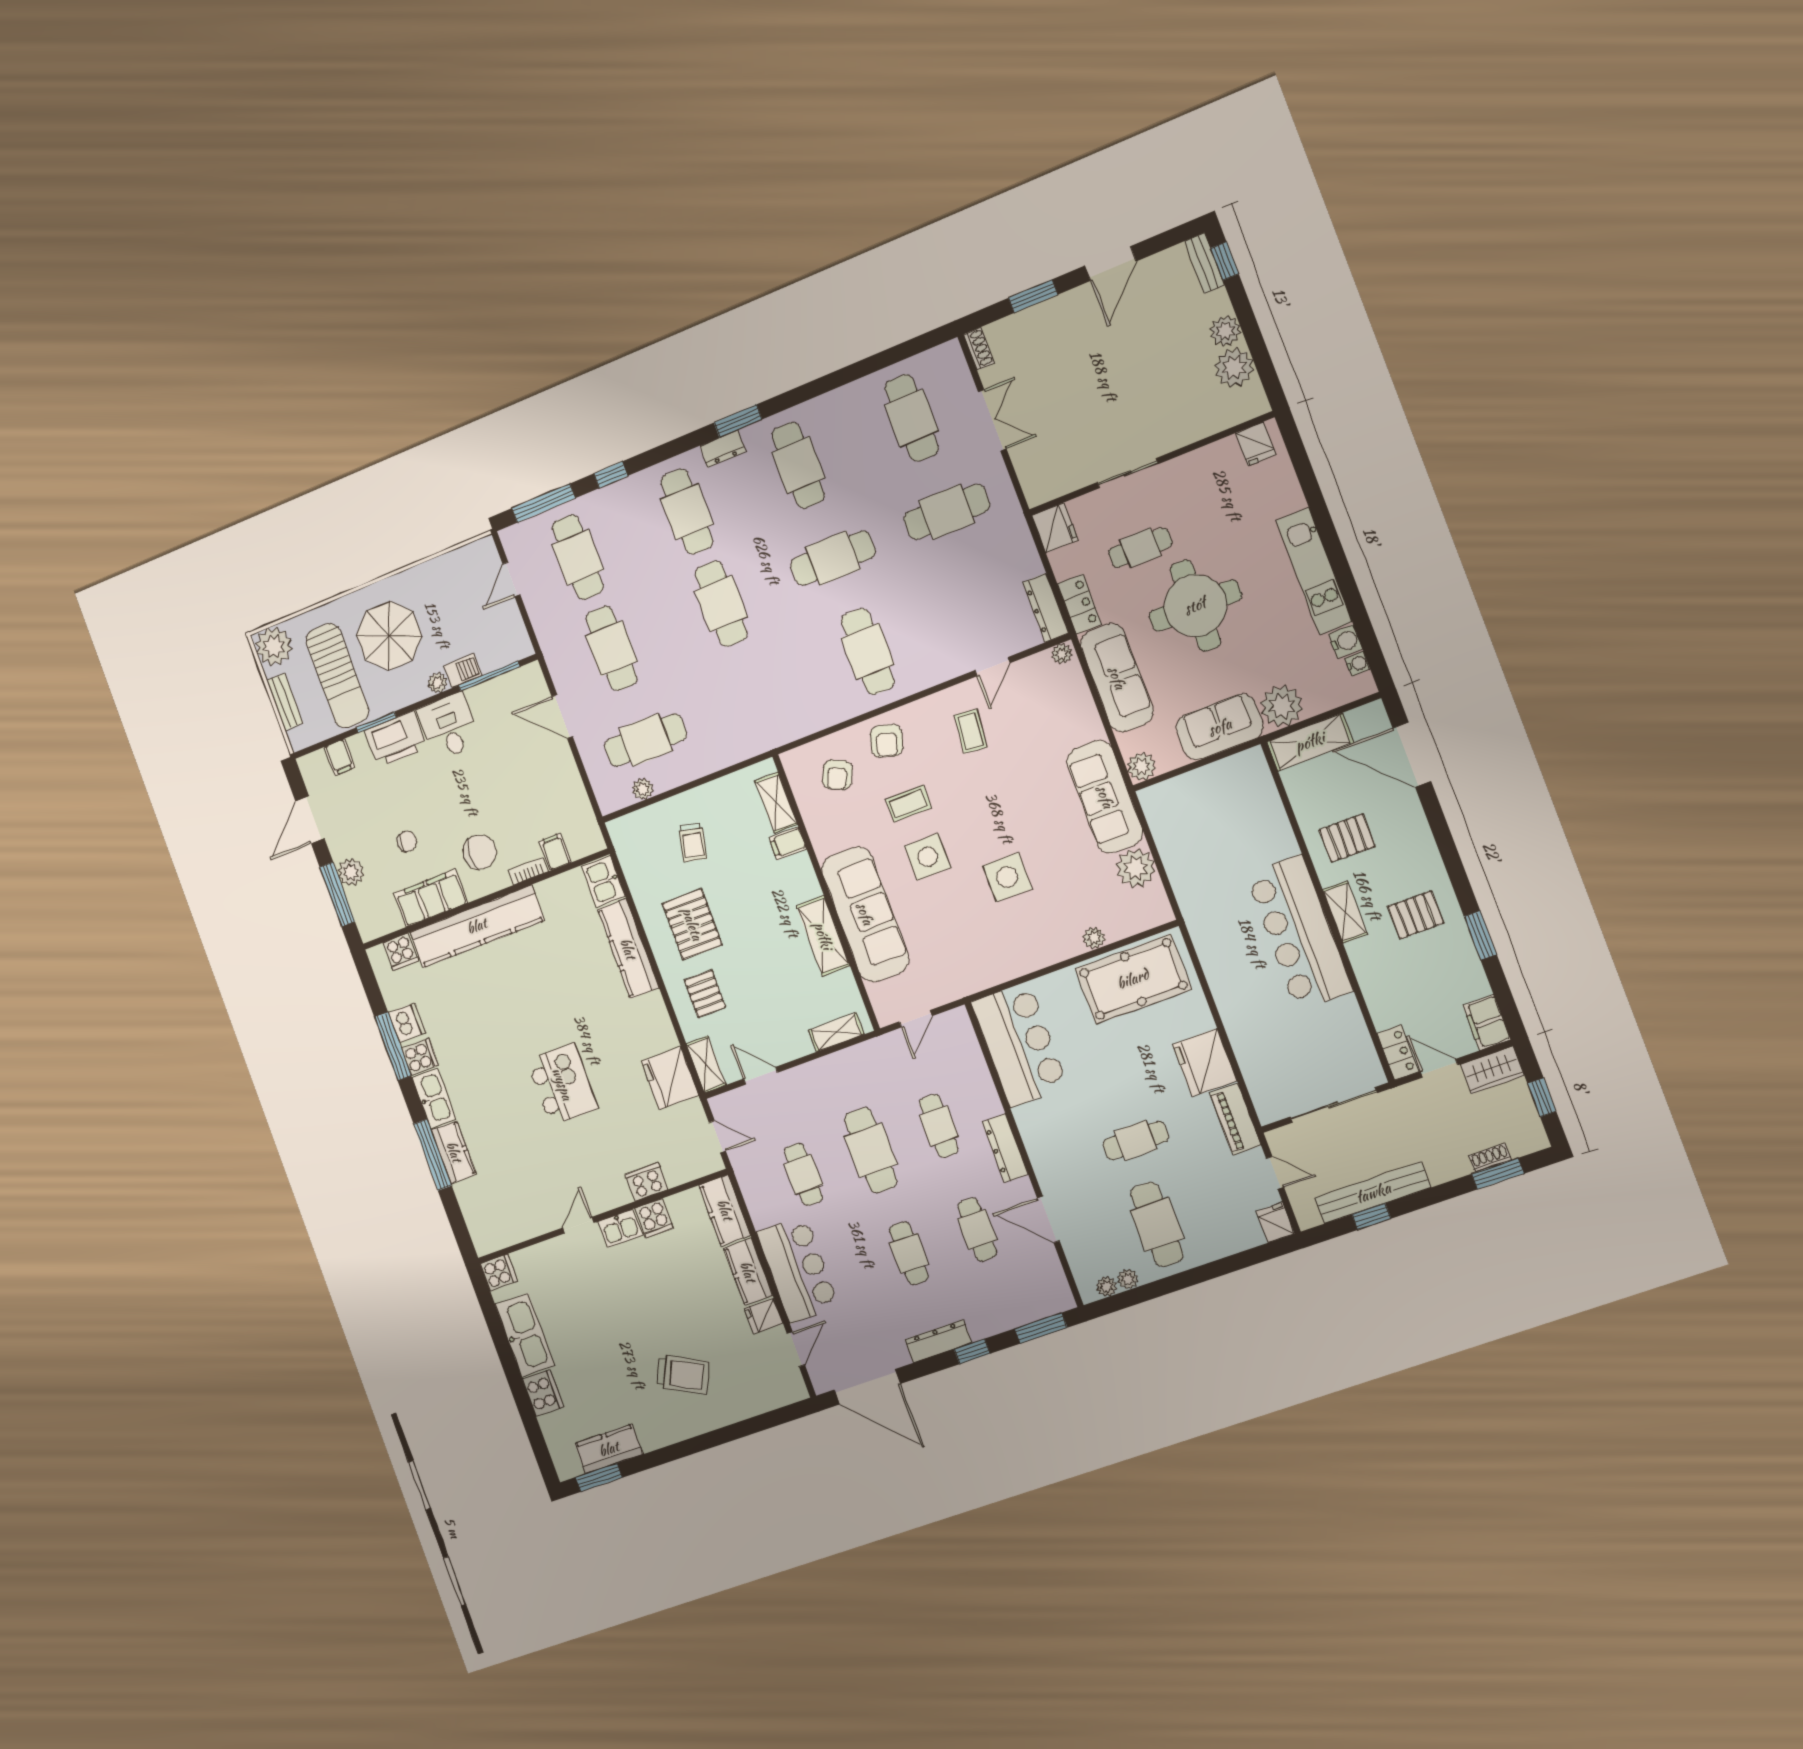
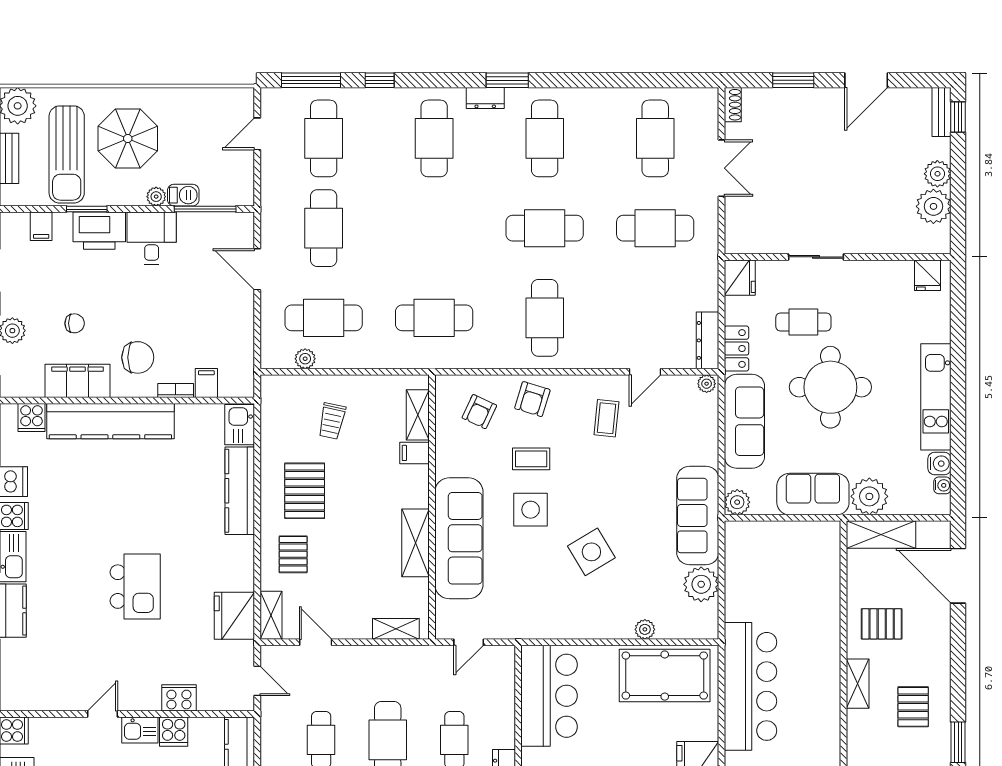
cafe table: (721, 604) -> (434, 318), moved, turned 90
side table: (1007, 877) -> (591, 552), turned -31
pallet: (1416, 915) -> (913, 707), turned 90
bar counter: (1299, 933) -> (751, 686), moved, turned 180

